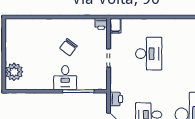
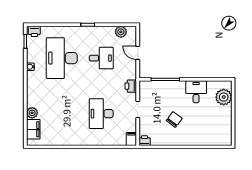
desk: (65, 78) -> (196, 92), moved
printer: (116, 99) -> (131, 86), moved

